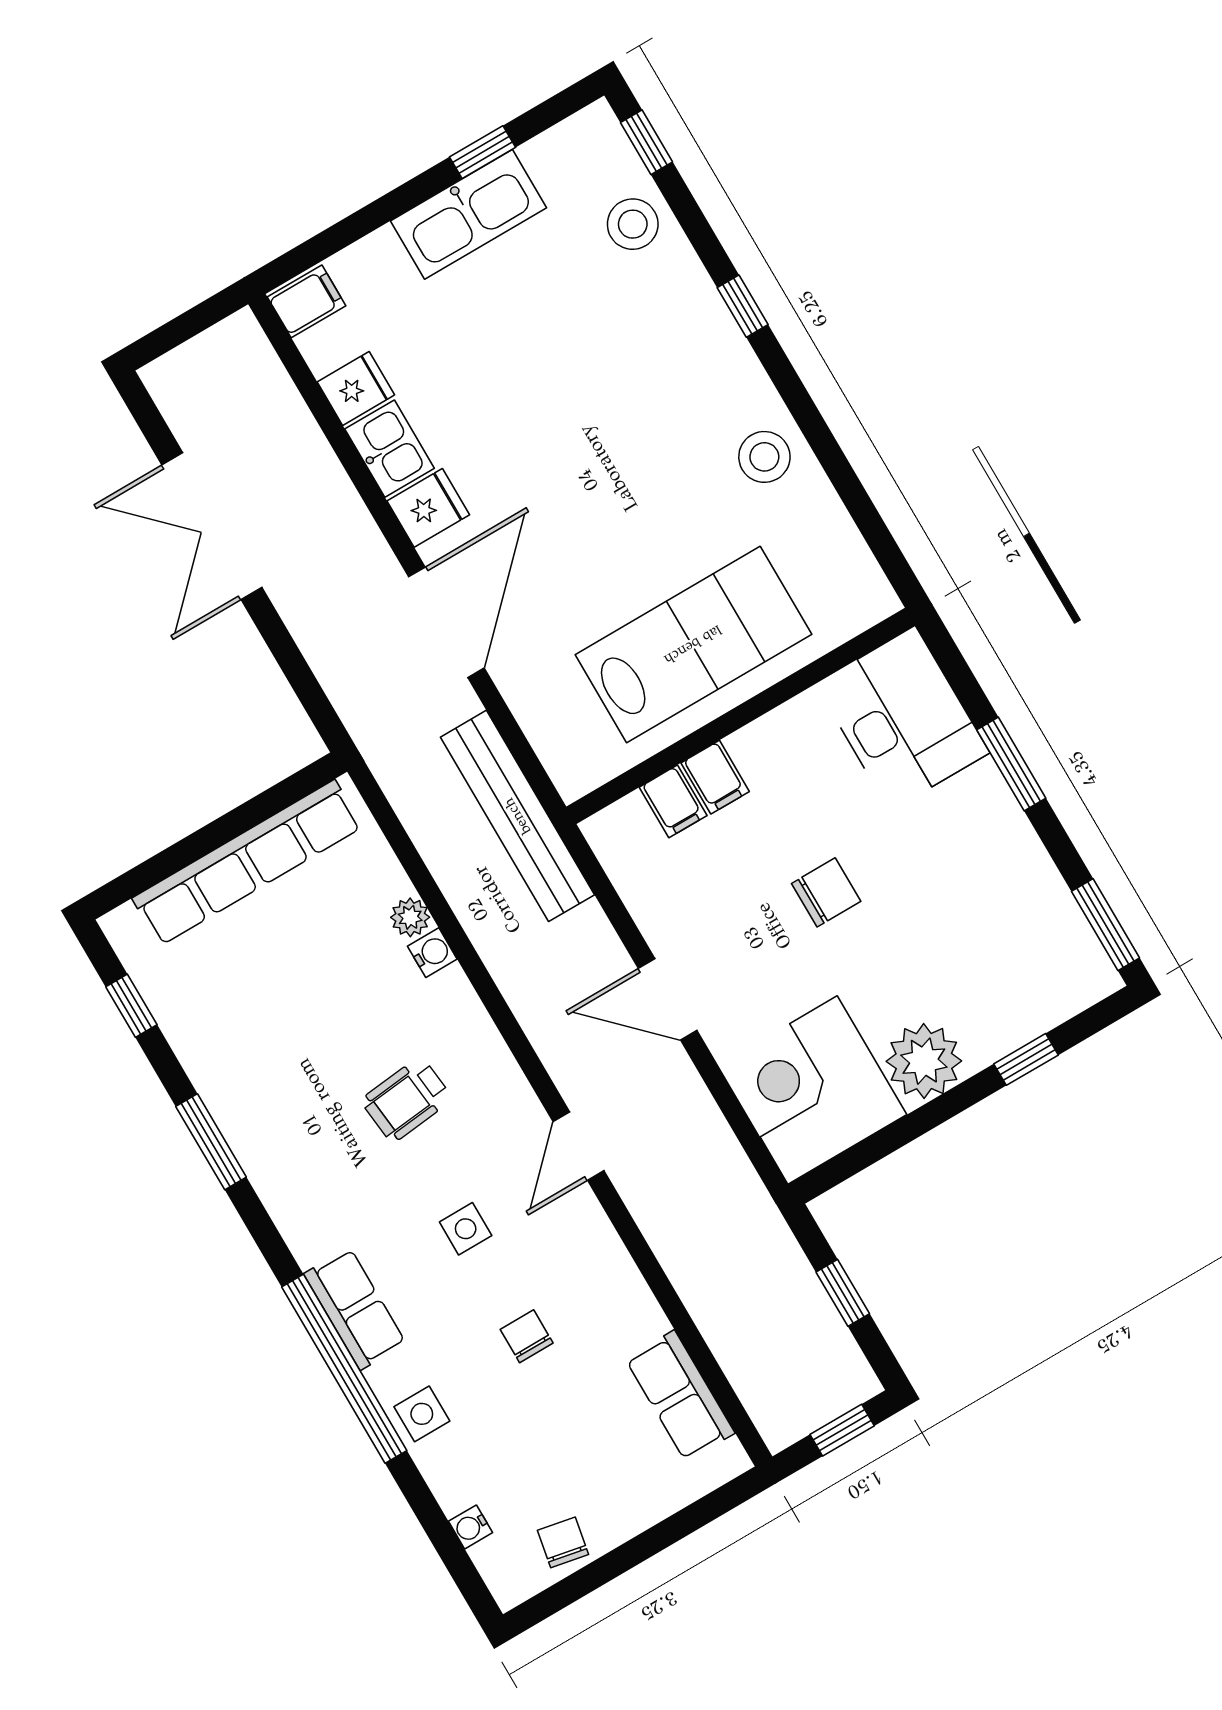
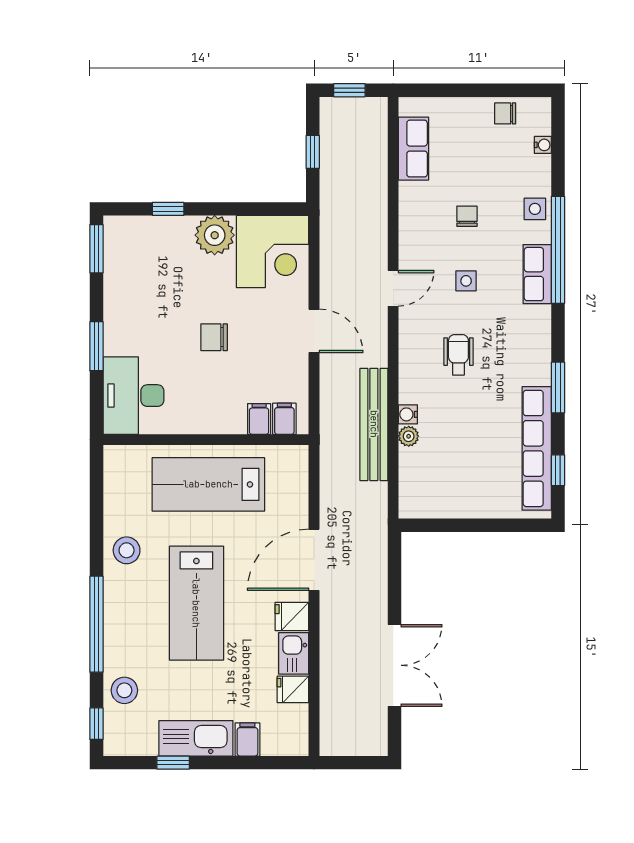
filing cabinet: (306, 301) -> (247, 739), moved, turned 90
window: (743, 306) -> (96, 624), width x3.17
lab bench: (598, 437) -> (196, 603), added
filing cabinet: (715, 777) -> (284, 419), moved
bench: (517, 816) -> (374, 424), moved
row of seats: (247, 863) -> (537, 448), moved, turned -90
wheelchair: (407, 1100) -> (458, 355), turned -84
chair: (527, 1336) -> (467, 216), turned 180
chair: (563, 1542) -> (505, 113), turned 79

